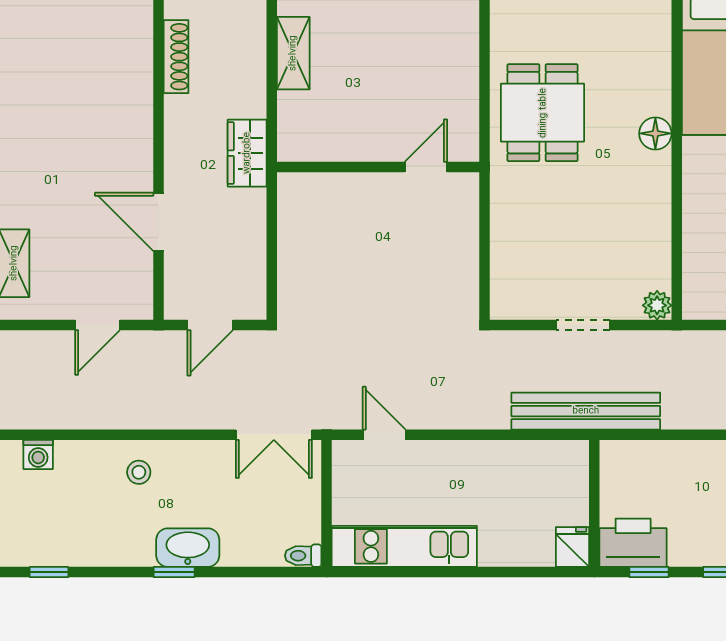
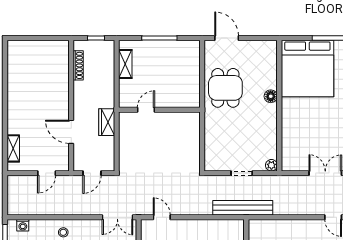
wardrobe: (247, 153) -> (107, 122), moved
door: (426, 167) -> (146, 110), moved

